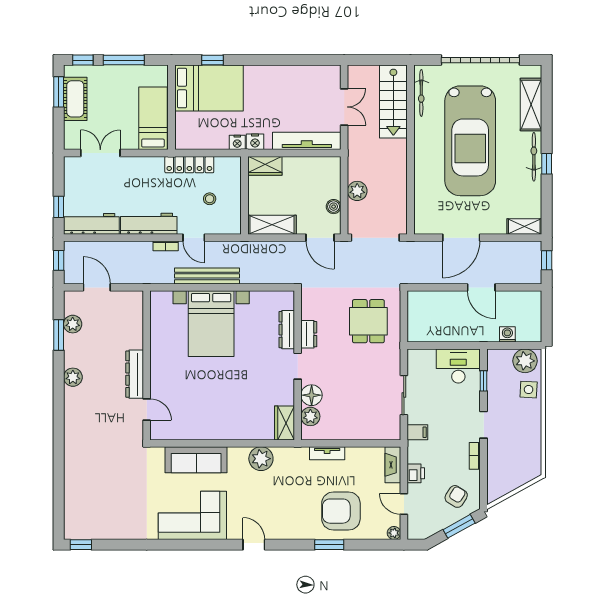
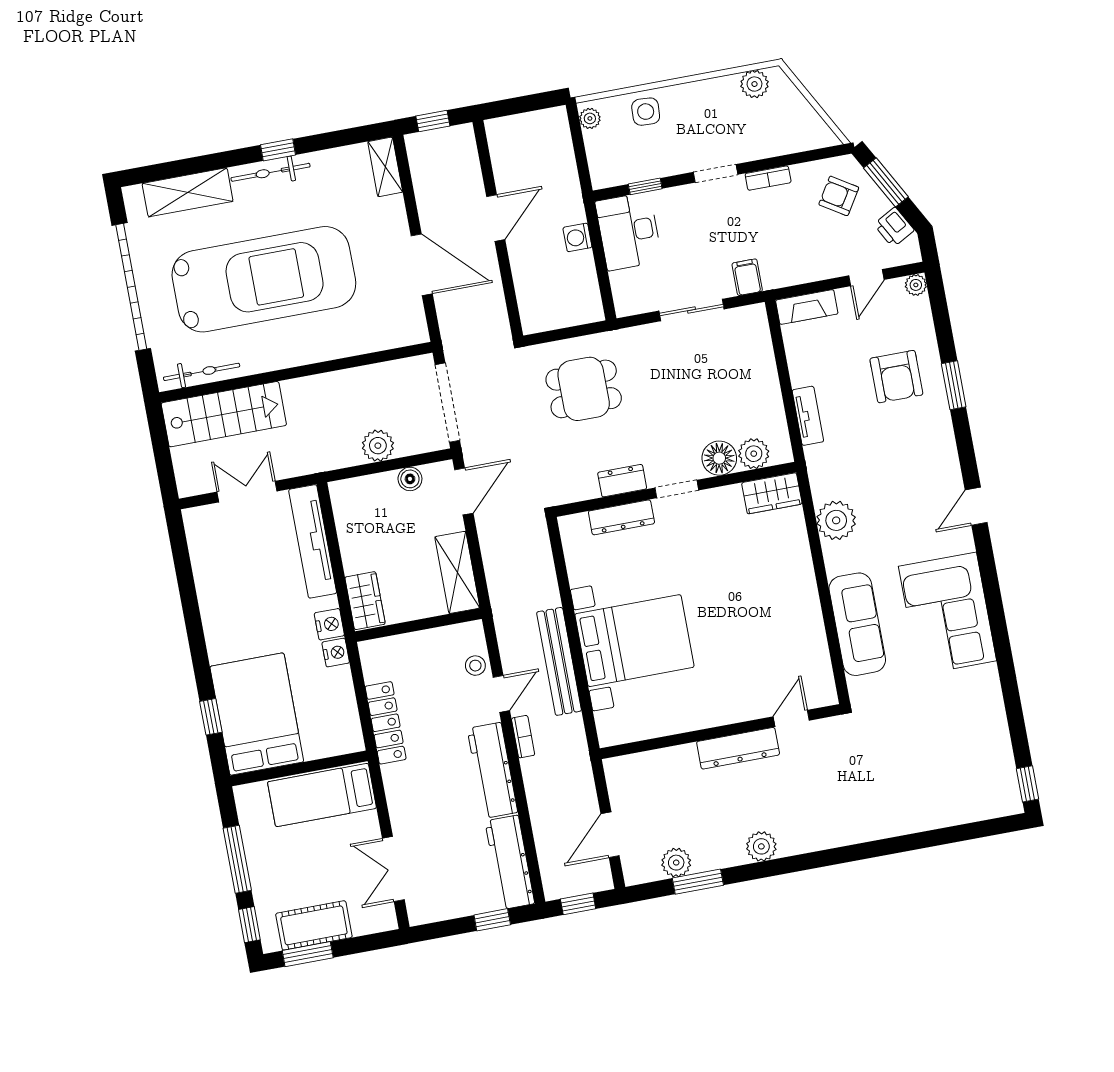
stool: (210, 199) -> (475, 666), moved
washing machine: (507, 334) -> (577, 237), moved
plant: (525, 361) -> (590, 118), width x0.53, depth x0.53
plant: (533, 458) -> (754, 84), added
printer: (416, 473) -> (894, 227), moved, turned -119
armchair: (341, 511) -> (896, 377), width x0.73, depth x0.73

